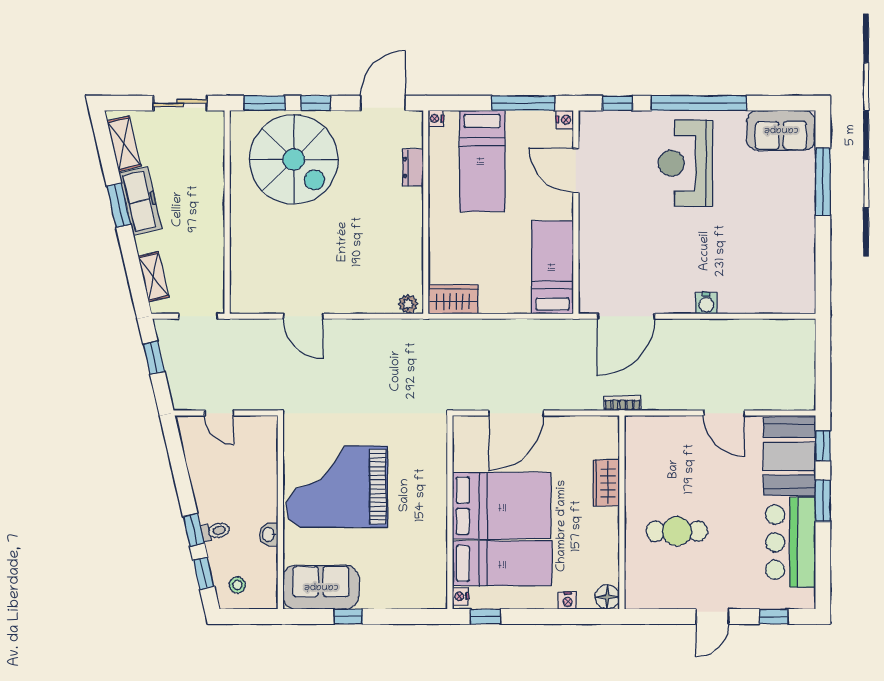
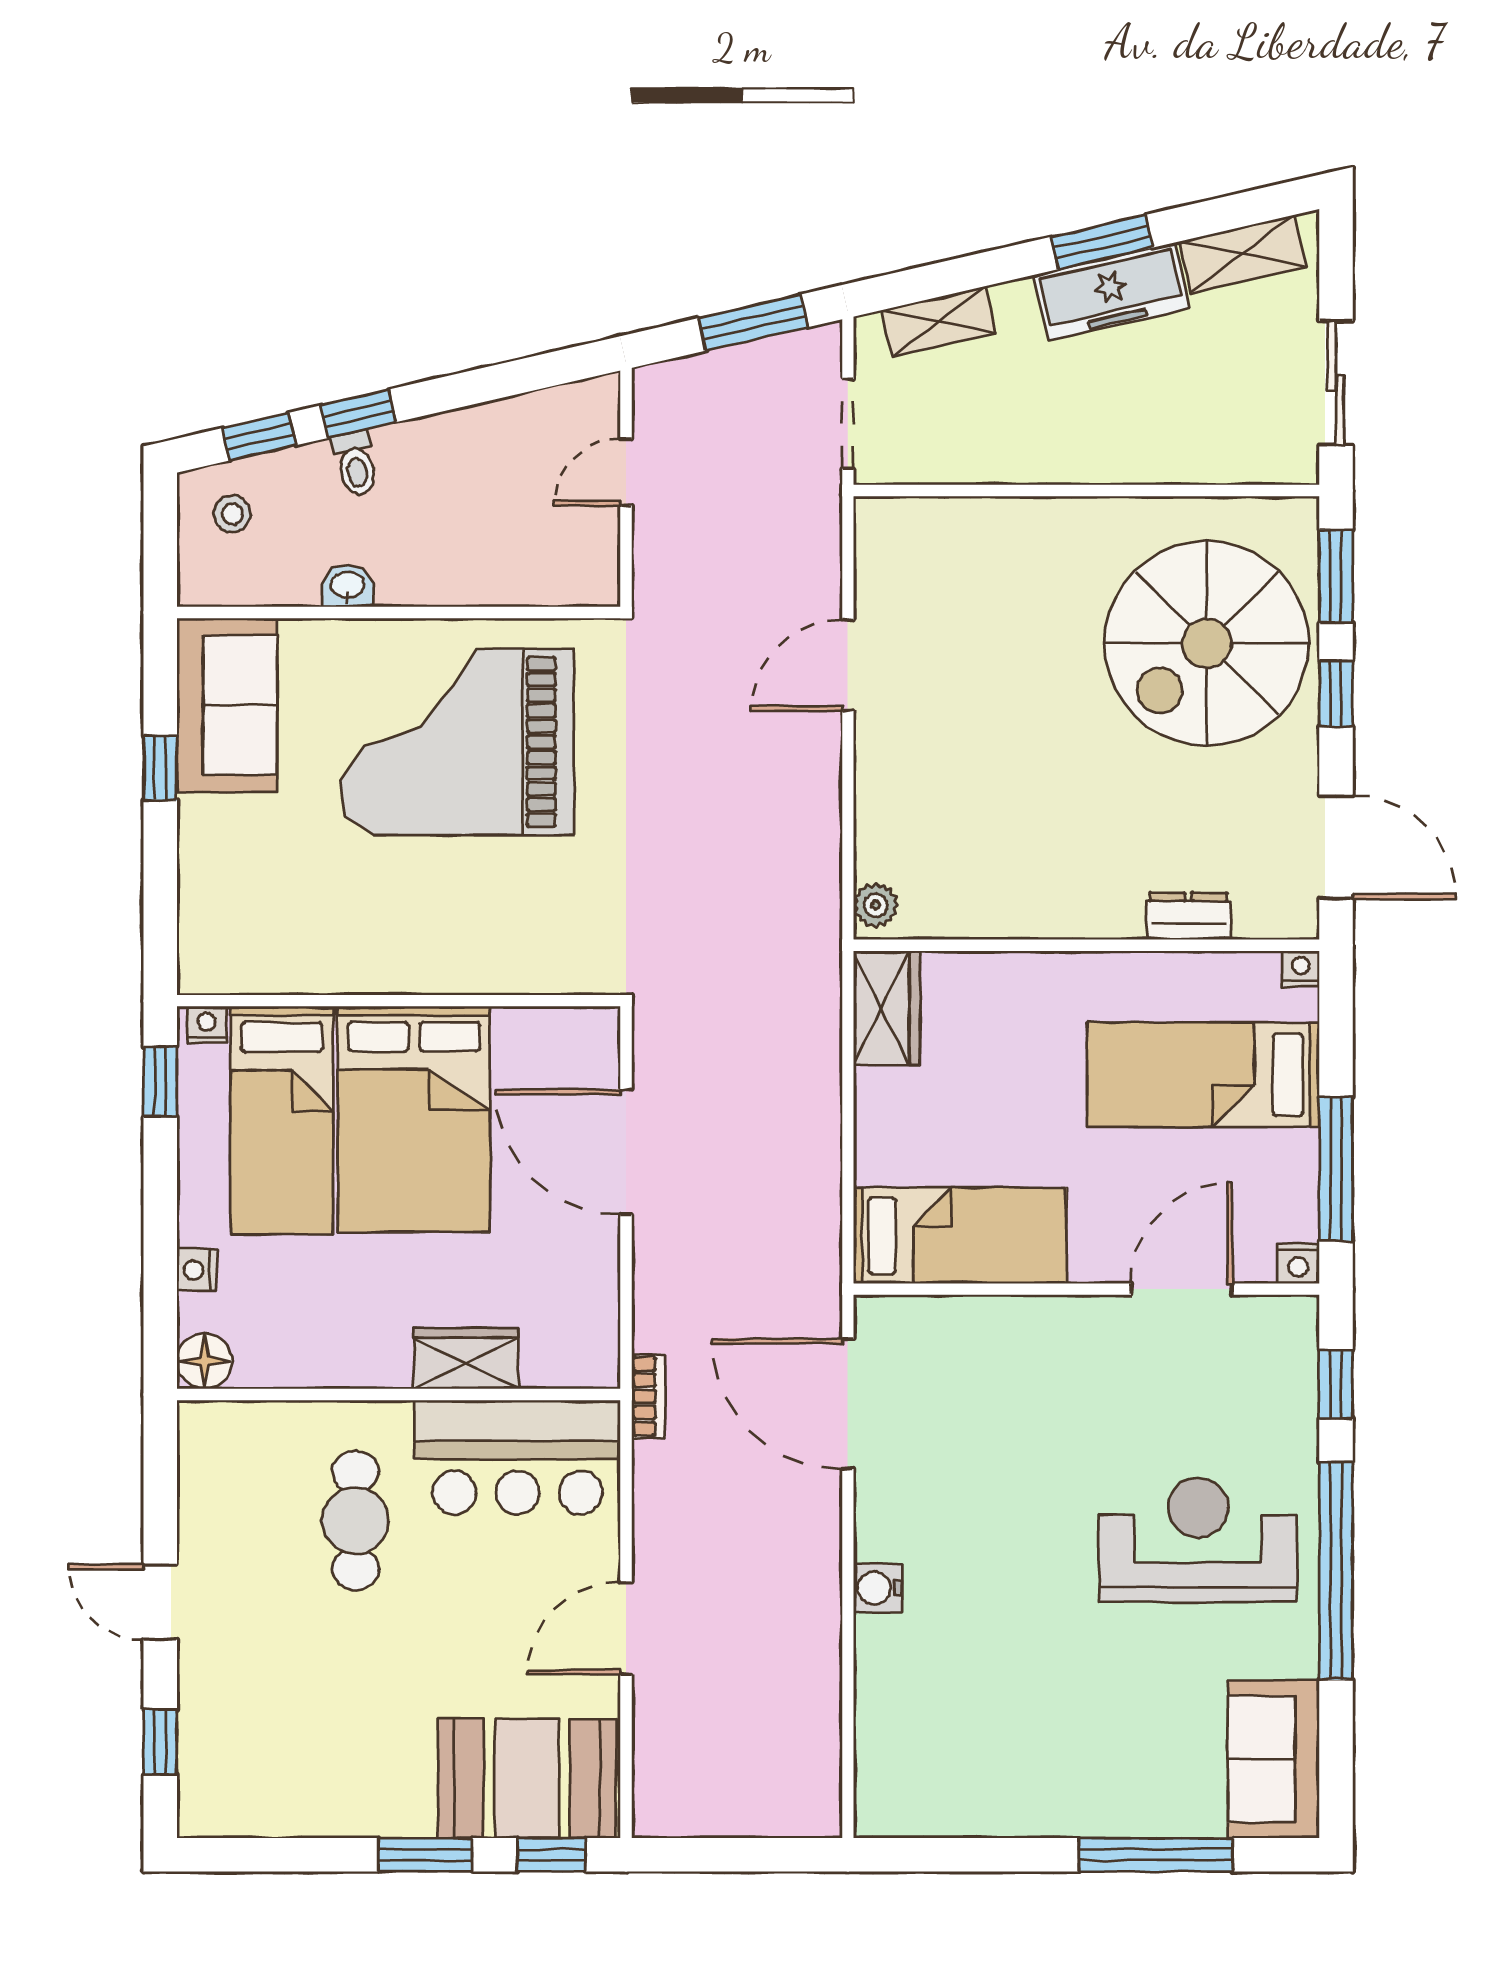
window: (154, 358) -> (753, 323), width x1.50
grand piano: (337, 487) -> (457, 742), turned -90
bar counter: (791, 542) -> (517, 1457), moved, turned 180

